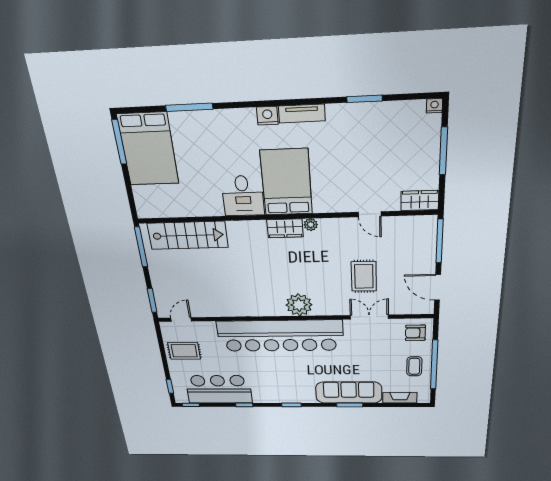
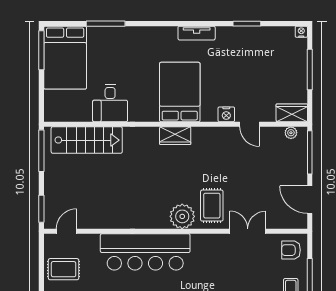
nightstand: (267, 116) -> (226, 114), moved, turned 180
desk: (243, 196) -> (110, 103), moved
plant: (311, 225) -> (291, 133), moved
rug: (364, 276) -> (212, 206), moved
bar counter: (280, 336) -> (145, 252), width x0.73

